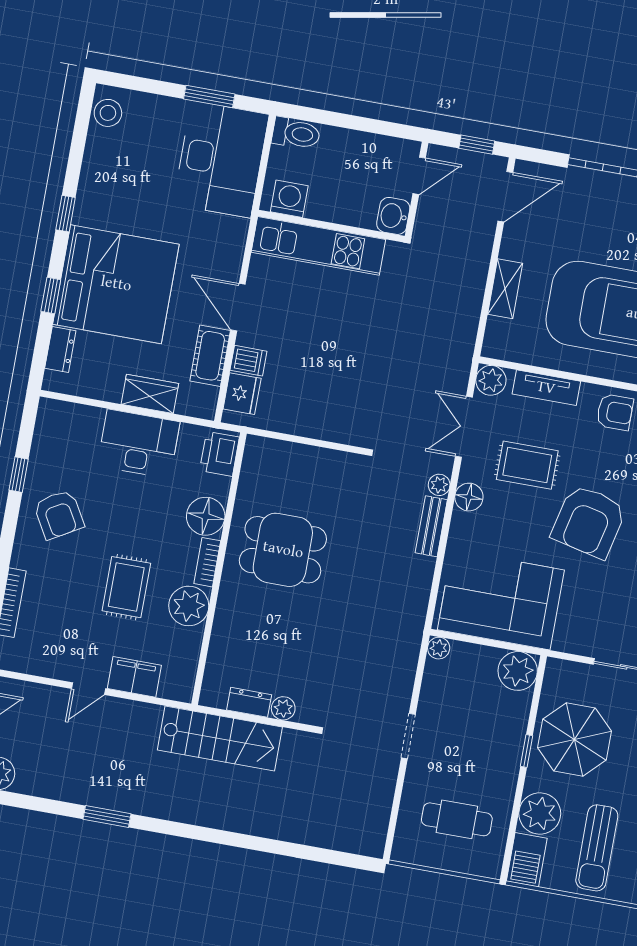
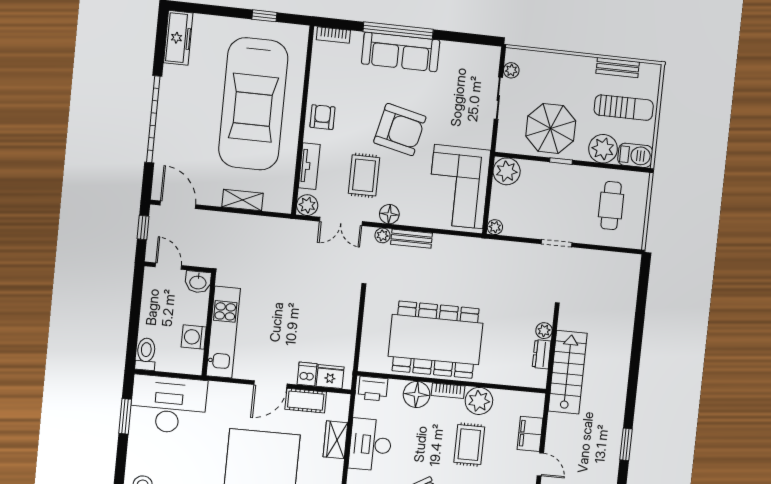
washing machine: (289, 199) -> (194, 337), moved
dining table: (283, 550) -> (436, 340), width x1.88, depth x1.24
rug: (126, 587) -> (469, 445), turned 90

